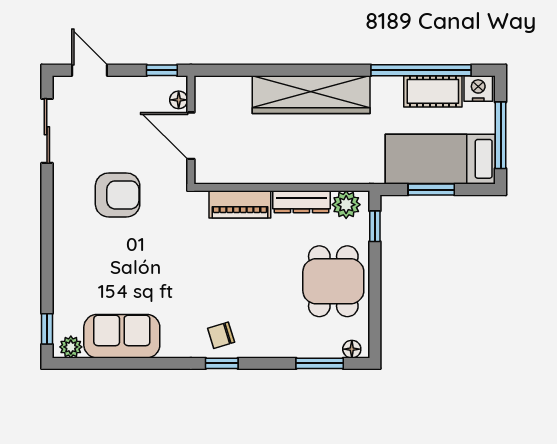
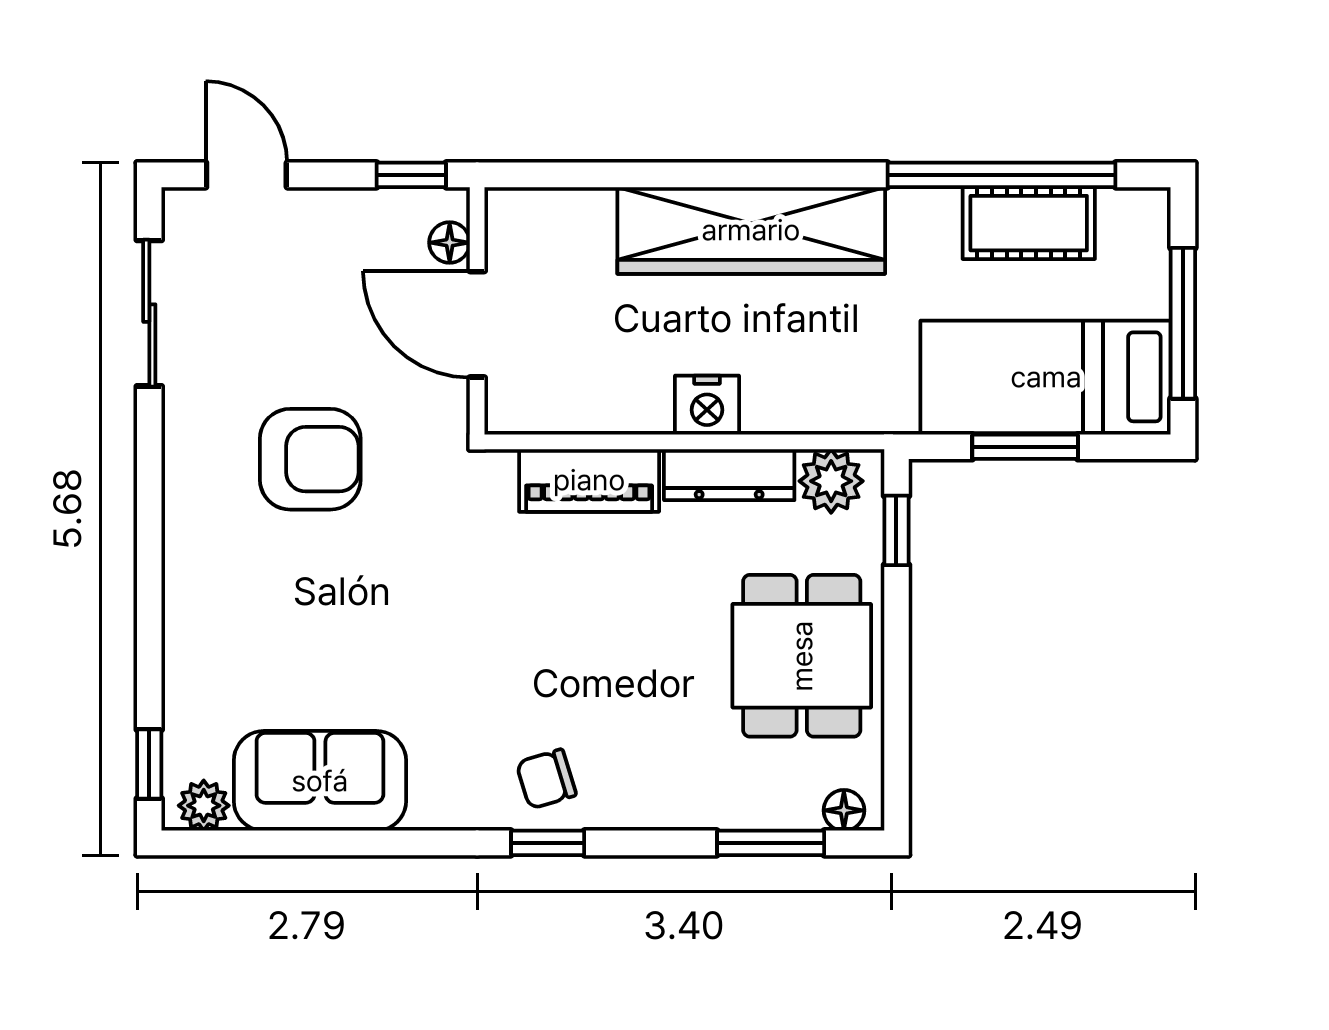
nightstand: (478, 89) -> (707, 405), moved, turned 180

